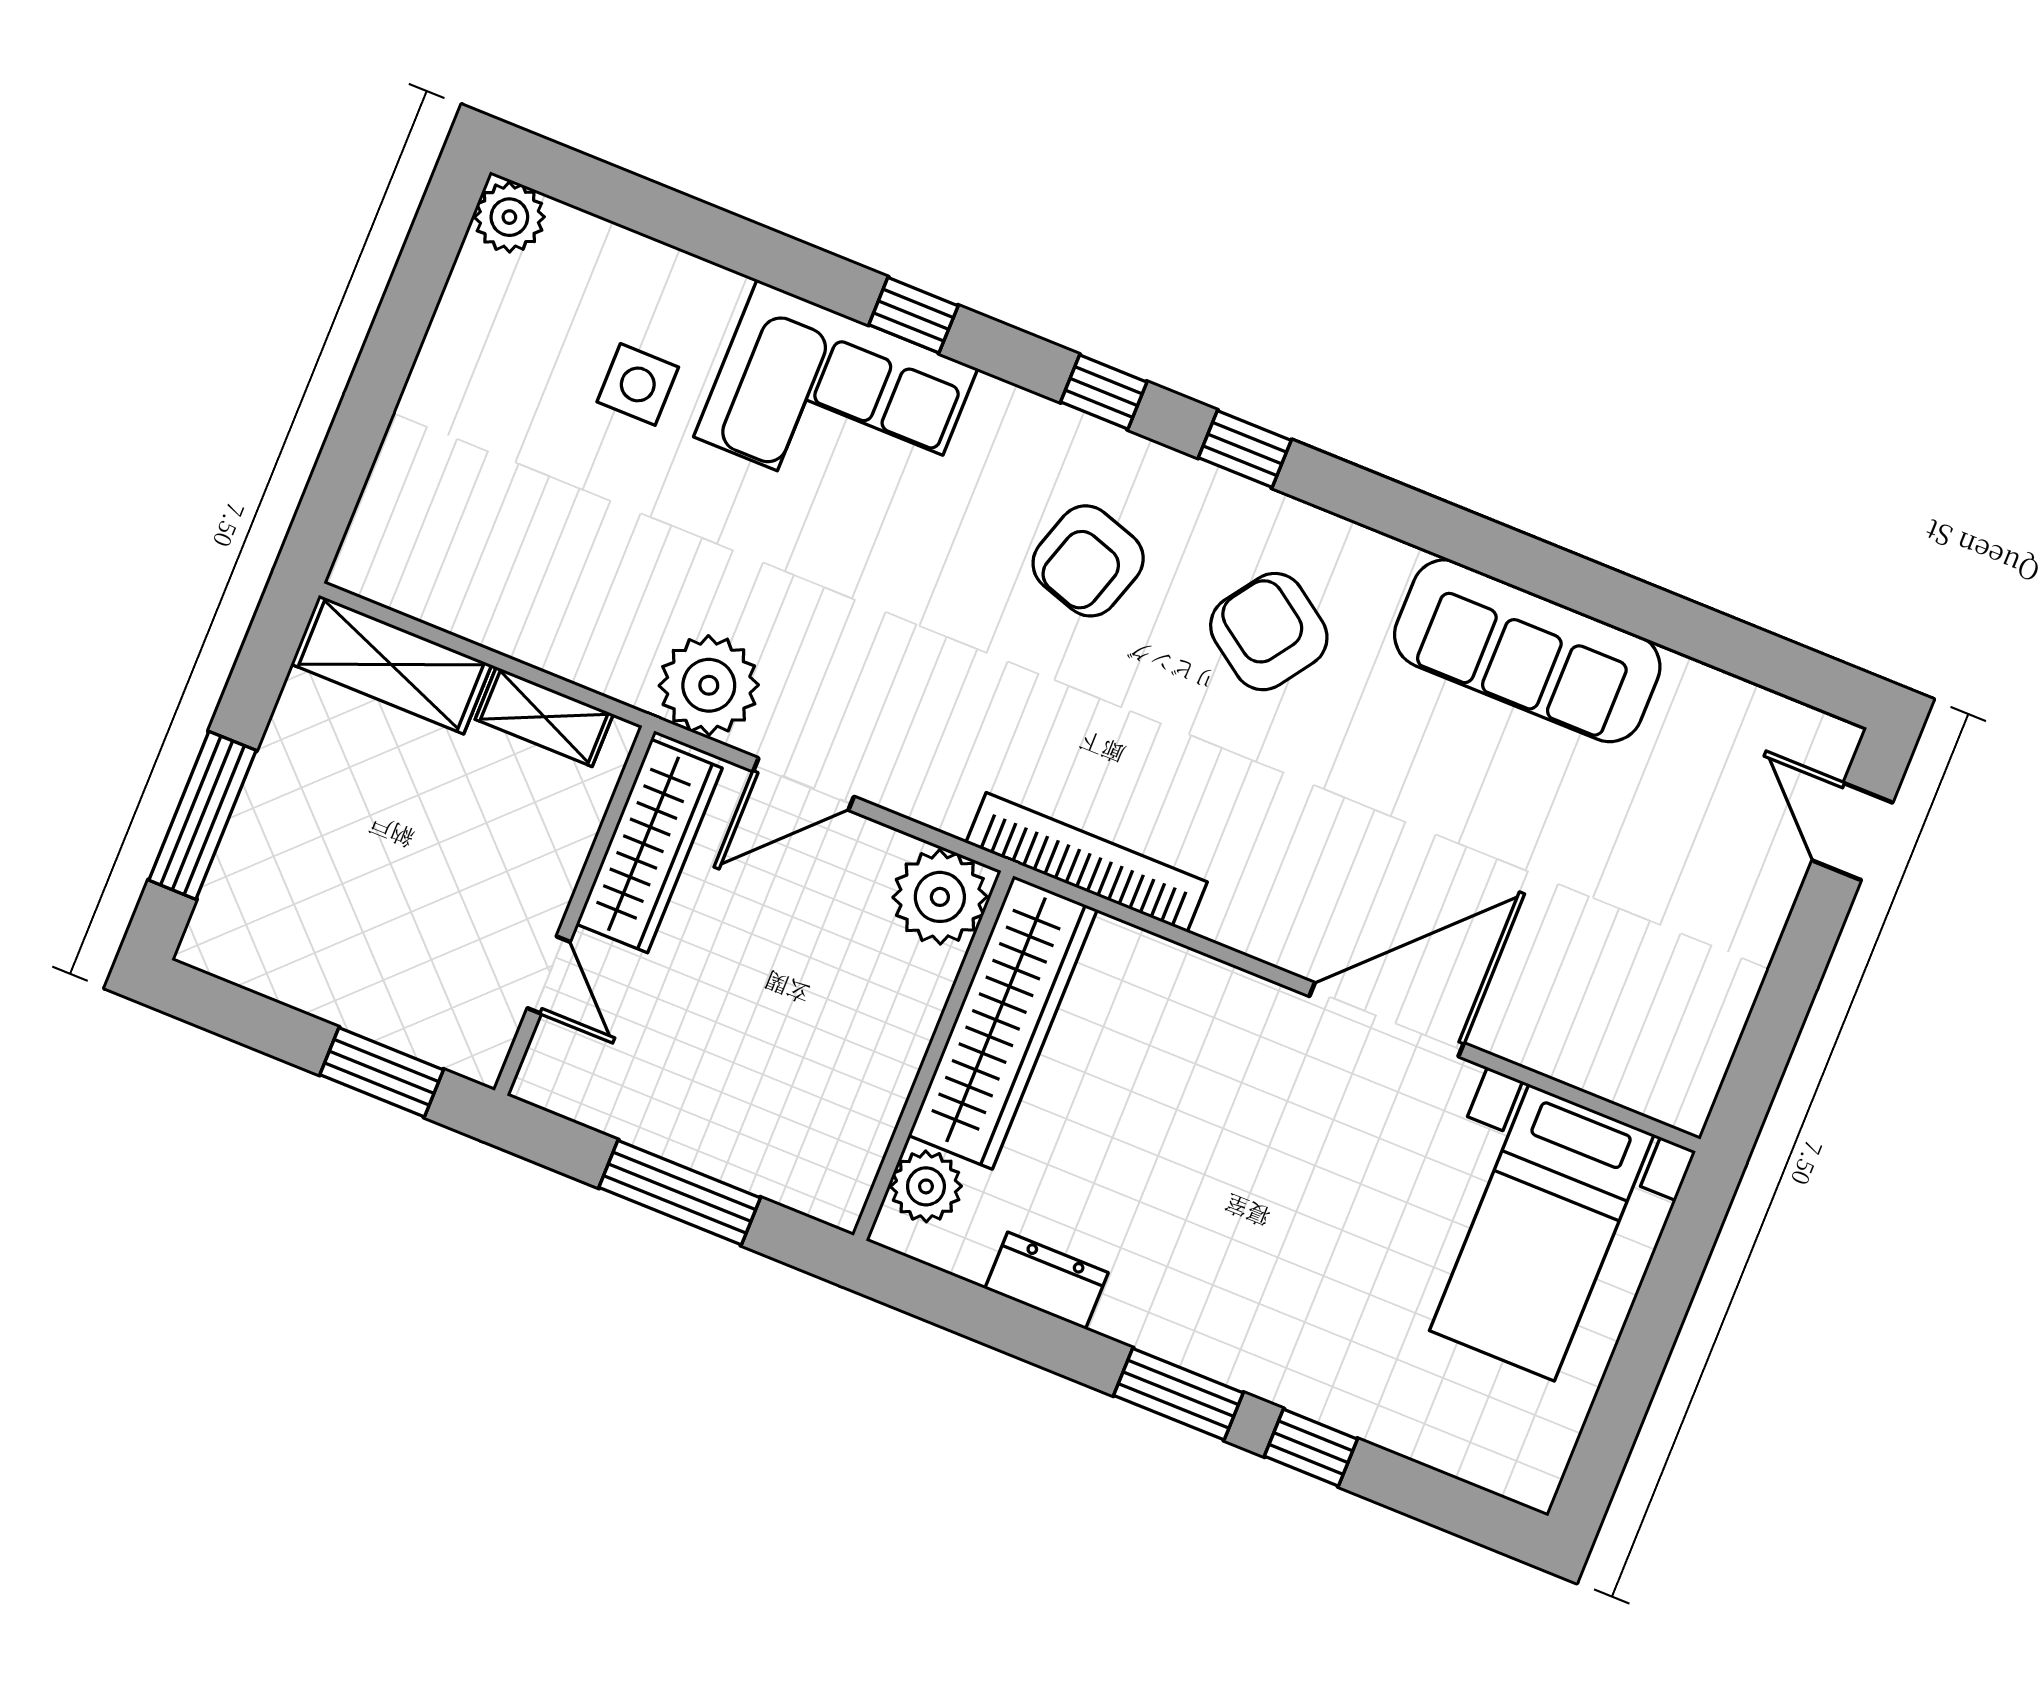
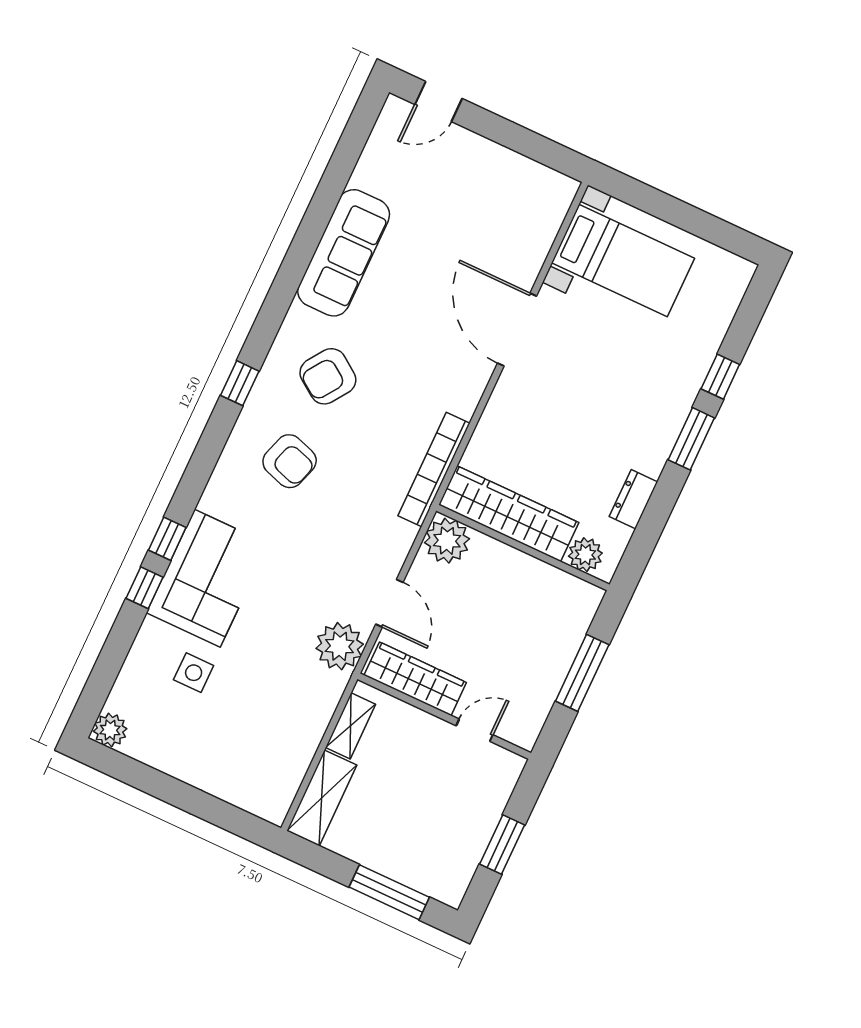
window: (1104, 392) -> (144, 588), moved
window: (382, 1072) -> (502, 845), moved

